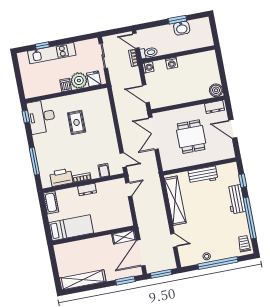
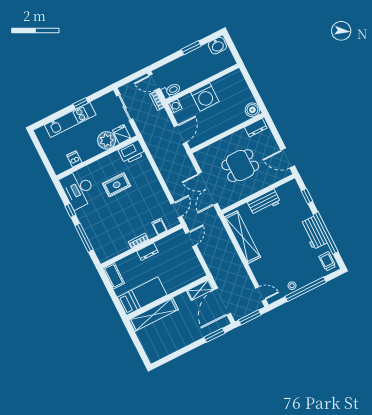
washbasin: (182, 28) -> (217, 46), moved
window: (42, 45) -> (81, 103), moved
washing machine: (172, 63) -> (205, 97), width x1.89, depth x1.89
dishwasher: (66, 85) -> (74, 159), moved
door: (146, 94) -> (180, 134), swing flipped
window: (26, 117) -> (70, 210), moved
rug: (77, 122) -> (117, 185), turned 90
door: (233, 129) -> (288, 158), moved
double door: (153, 133) -> (208, 189), moved
dining table: (191, 137) -> (240, 166), turned 90
door: (123, 160) -> (176, 210), hinge flipped
printer: (61, 177) -> (132, 152), moved, turned 180
workbench: (236, 199) -> (314, 233), moved
door: (174, 240) -> (261, 294), moved
shelving: (83, 280) -> (153, 315), moved

